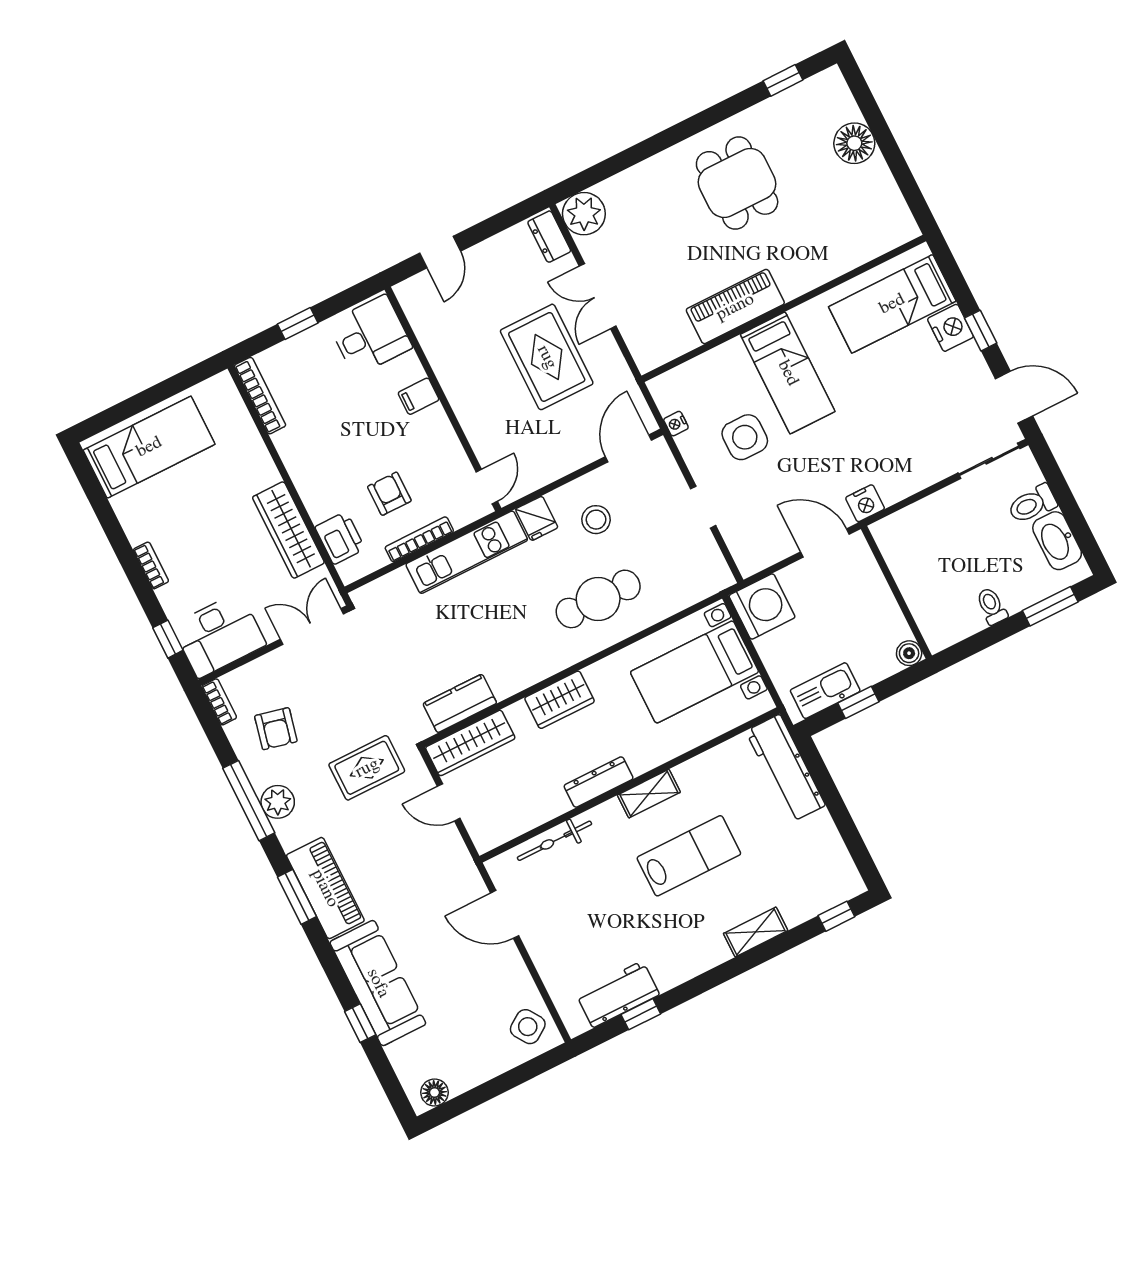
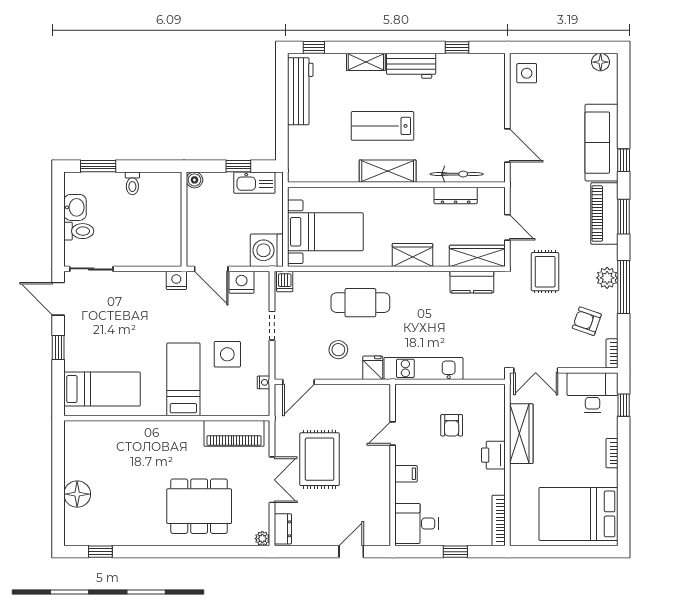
dining table: (737, 183) -> (199, 506), moved, width x1.38
plant: (584, 214) -> (262, 539), width x0.53, depth x0.53
piano: (735, 307) -> (234, 433), moved
nightstand: (951, 328) -> (242, 282), moved, turned 90
bed: (149, 447) -> (578, 514), width x1.50
door: (487, 487) -> (393, 433), moved
printer: (340, 538) -> (493, 455), moved
bookcase: (419, 539) -> (447, 390), removed
washbasin: (1057, 541) -> (75, 207), width x0.72
dishwasher: (716, 576) -> (285, 282), added
armchair: (276, 729) -> (587, 321), turned -84
rug: (367, 768) -> (545, 272), turned 90
workbench: (786, 768) -> (300, 91), moved
dresser: (599, 782) -> (456, 195), moved
shelving: (649, 794) -> (388, 171), width x1.50, depth x1.33
workbench: (618, 994) -> (411, 66), moved
window: (360, 1023) -> (624, 160), moved
side table: (528, 1027) -> (527, 73), turned 34

